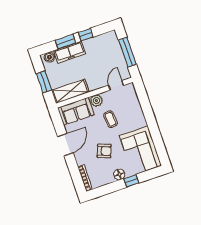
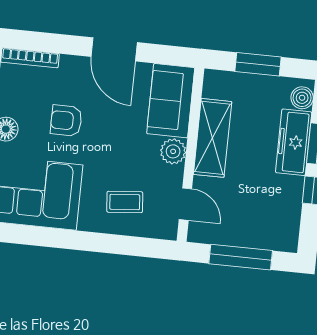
shelving: (70, 91) -> (213, 138), moved
coffee table: (110, 119) -> (125, 202), moved
armchair: (104, 151) -> (66, 121), turned 69

